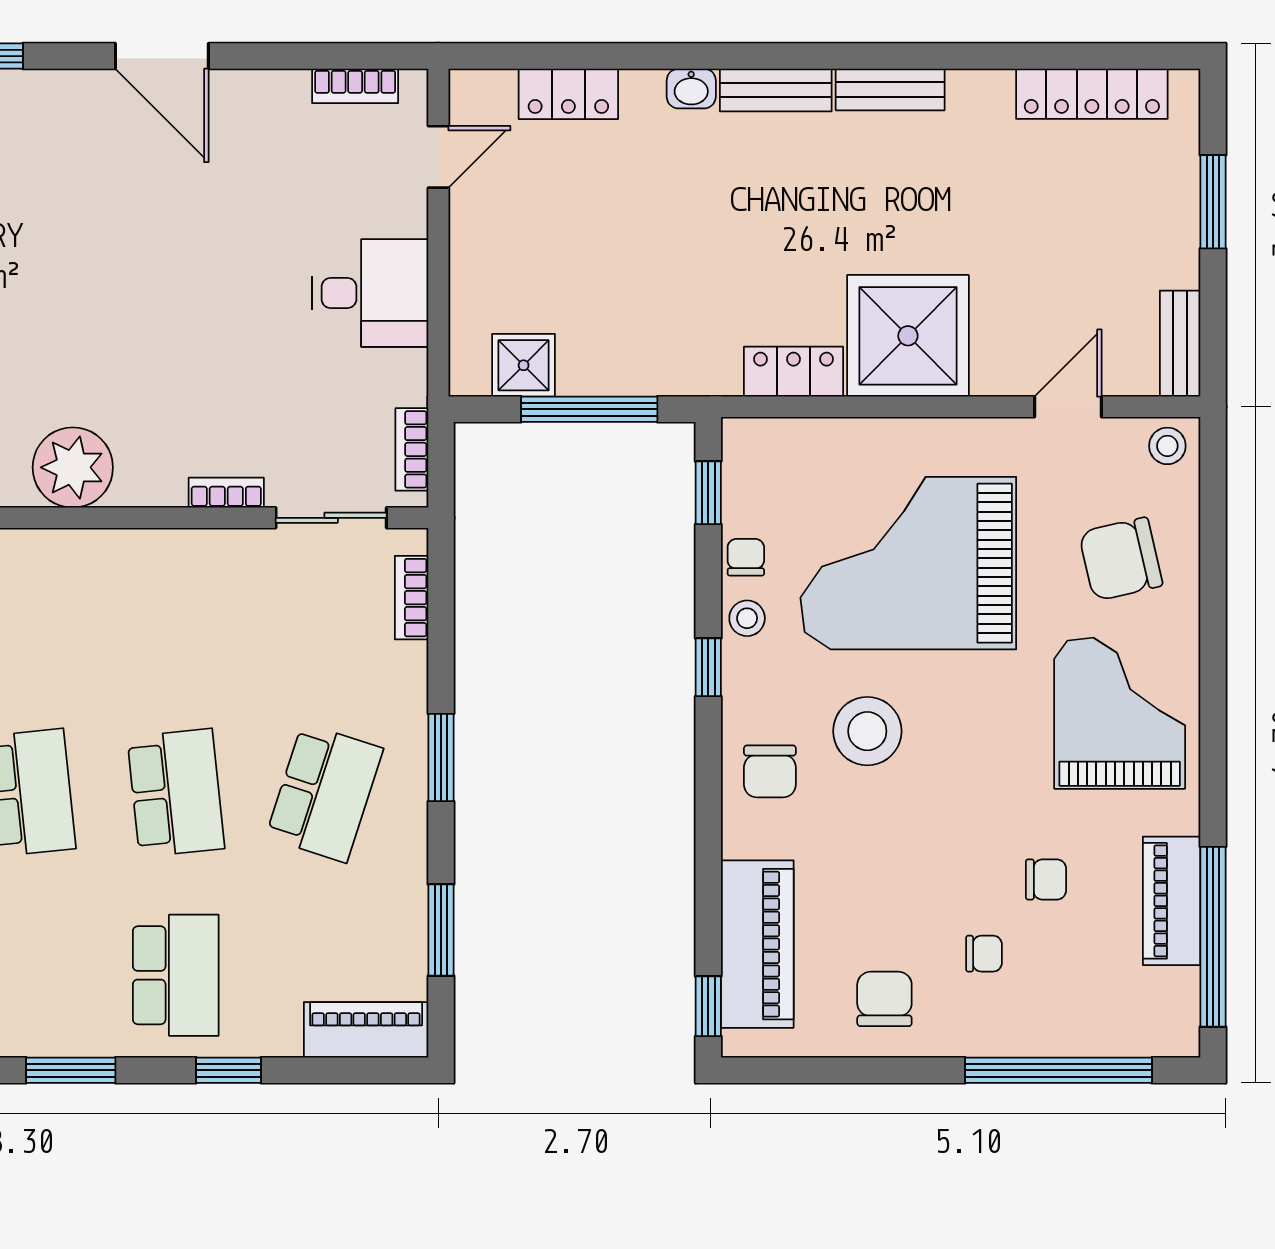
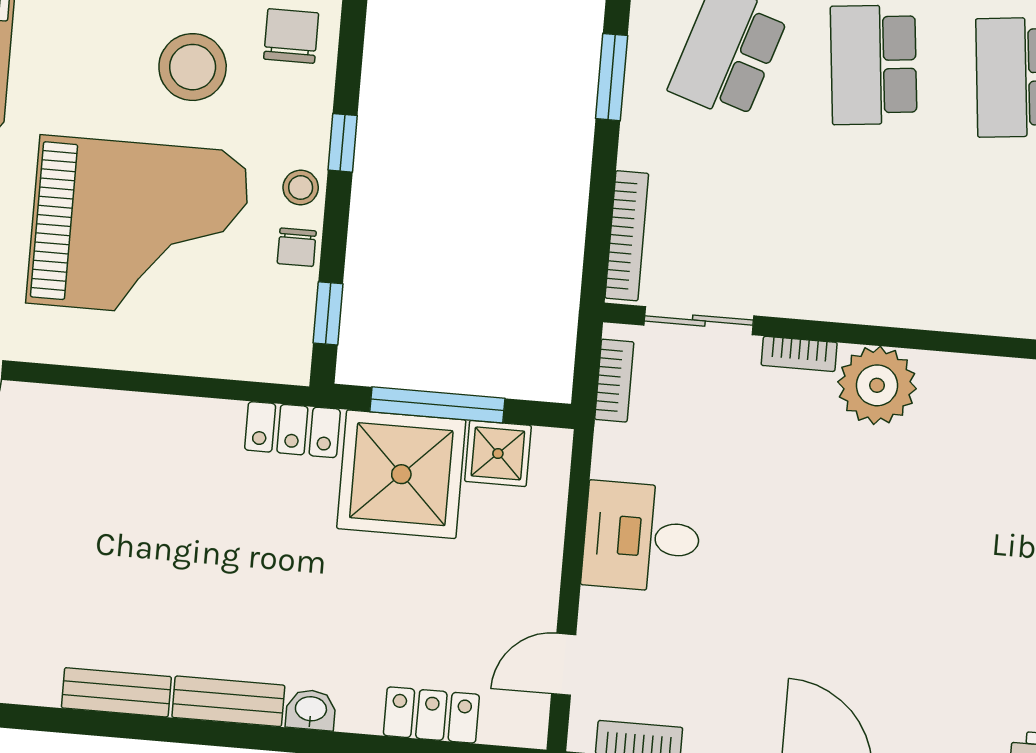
shower: (908, 336) -> (401, 474), moved
locker: (794, 372) -> (292, 430), moved
plant: (73, 467) -> (877, 385), moved
bookcase: (412, 598) -> (627, 236), width x1.56

